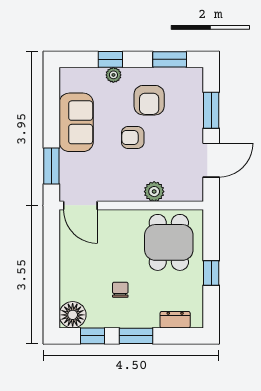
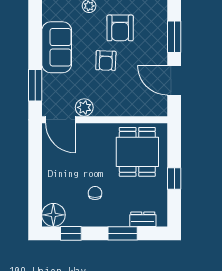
armchair: (133, 138) -> (106, 61), turned -88
door: (211, 160) -> (174, 80), swing flipped
plant: (154, 192) -> (84, 107), moved
window: (136, 336) -> (123, 233), moved

